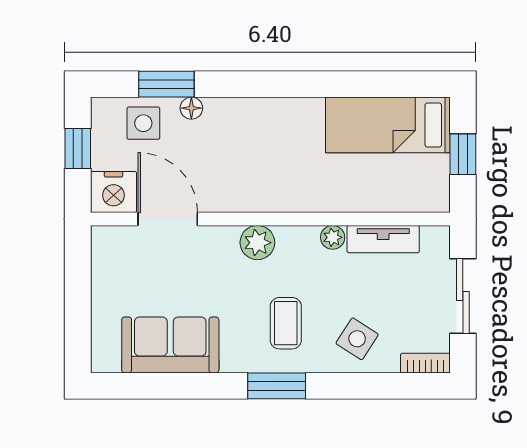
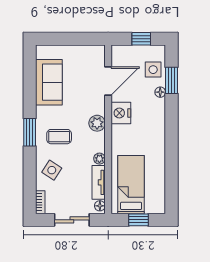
bed: (388, 125) -> (131, 185), moved
nightstand: (114, 192) -> (121, 113), moved
floor lamp: (433, 237) -> (100, 206), added

